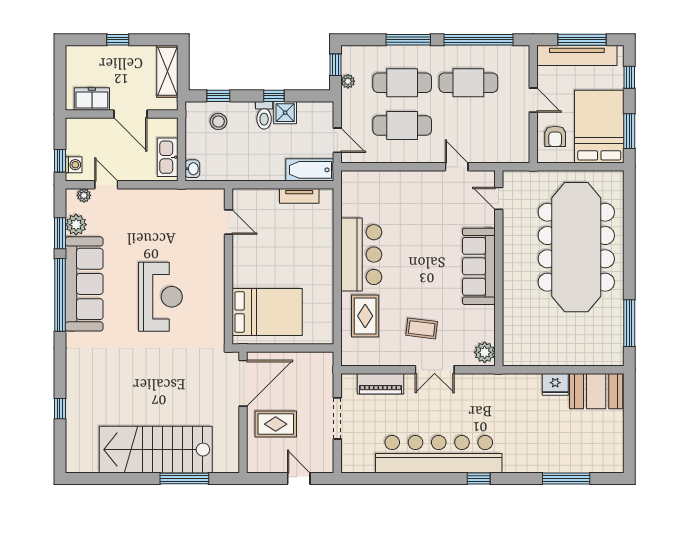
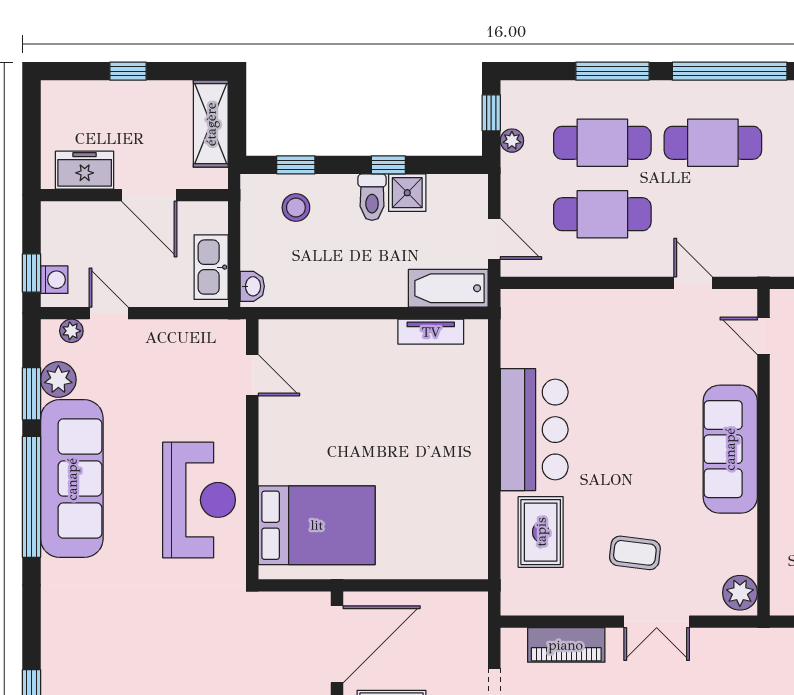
door: (229, 222) -> (252, 375), moved
wall: (229, 266) -> (252, 449), moved
bed: (267, 312) -> (317, 525), moved

